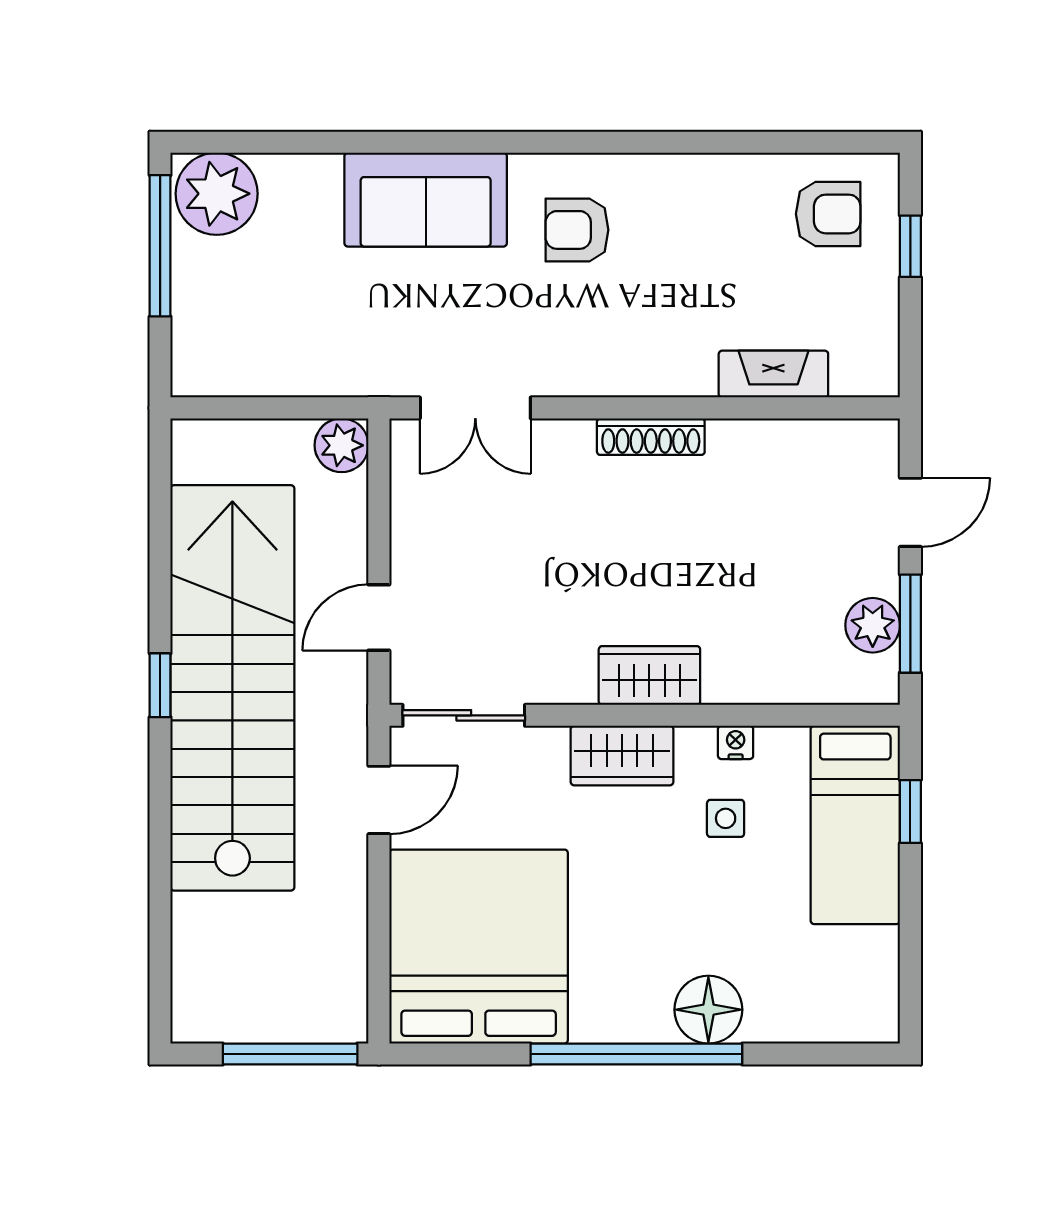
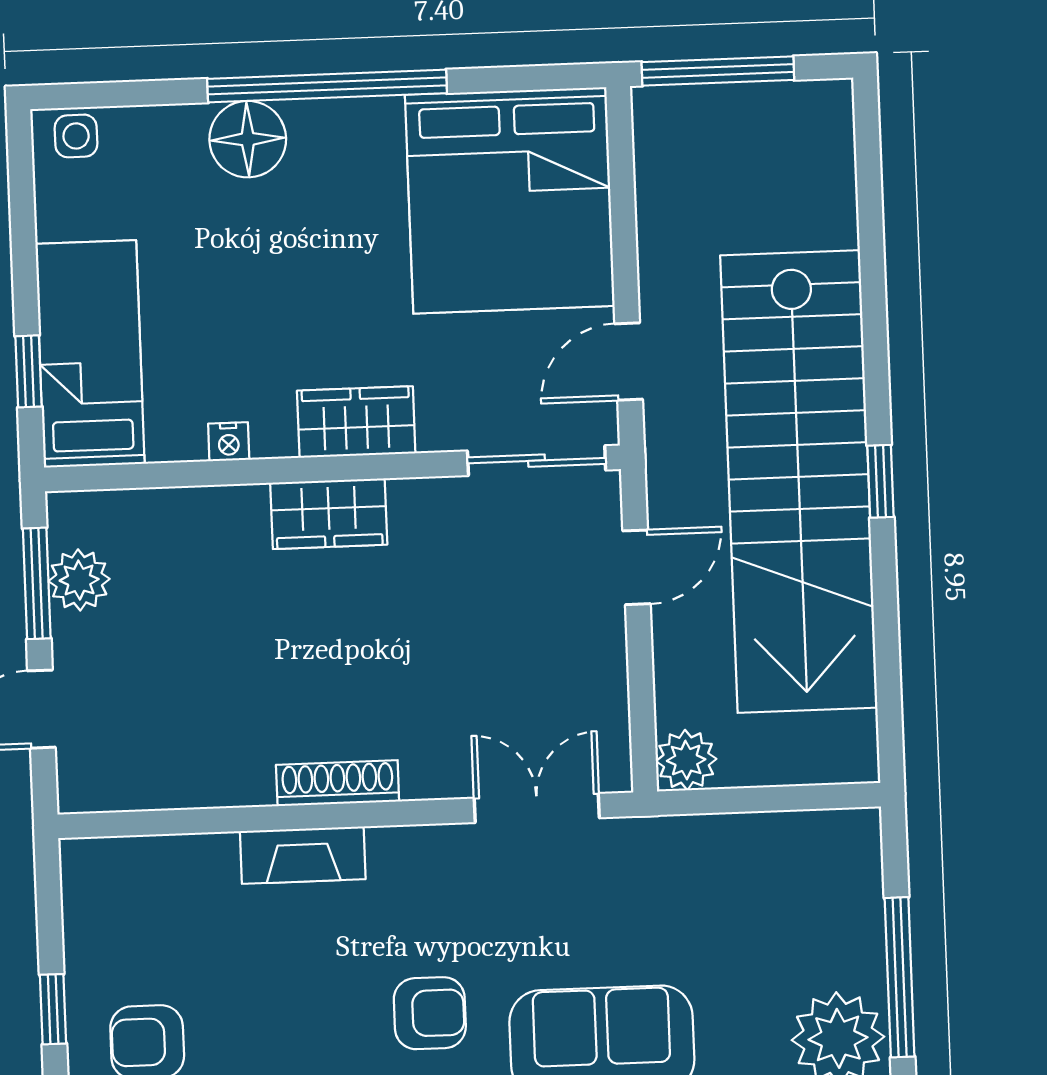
fireplace: (773, 374) -> (303, 855), moved
side table: (726, 818) -> (76, 136), moved

